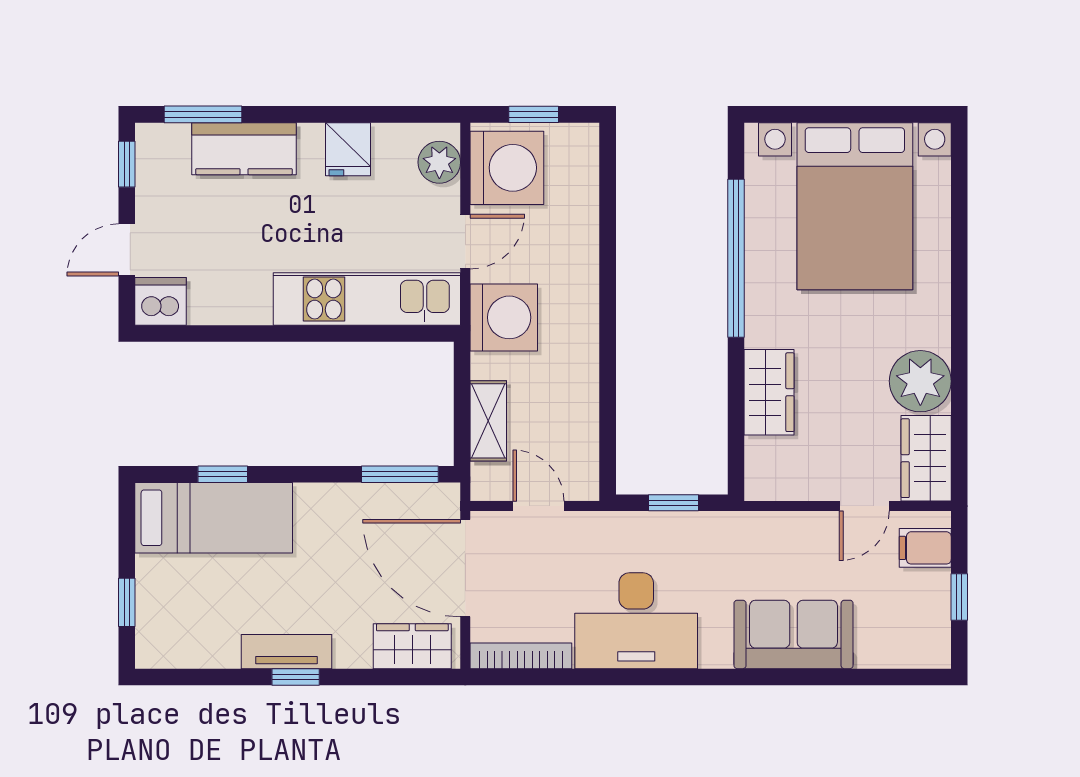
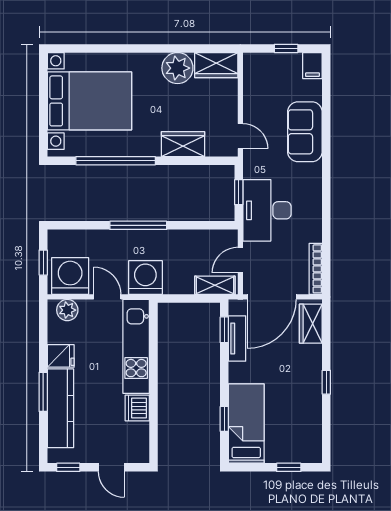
window: (203, 114) -> (43, 392), moved
kitchen counter: (244, 149) -> (60, 408), width x1.50
dishwasher: (161, 301) -> (137, 408), moved
window: (608, 303) -> (138, 225), added
shelving: (488, 421) -> (215, 285), moved
window: (400, 474) -> (224, 330), width x0.67
door: (864, 506) -> (240, 136), moved
filing cabinet: (925, 548) -> (312, 66), moved
desk: (636, 621) -> (267, 210), moved, turned 180
tv unit: (287, 652) -> (237, 338), moved, turned 180

